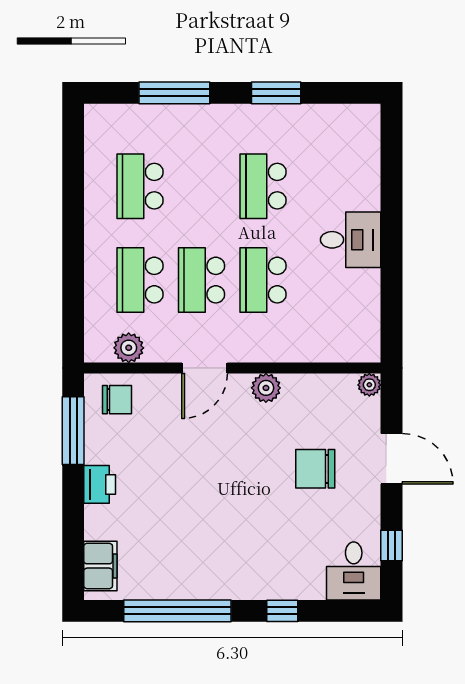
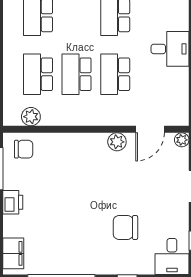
door: (205, 368) -> (150, 129), moved
chair: (315, 469) -> (125, 227), moved

